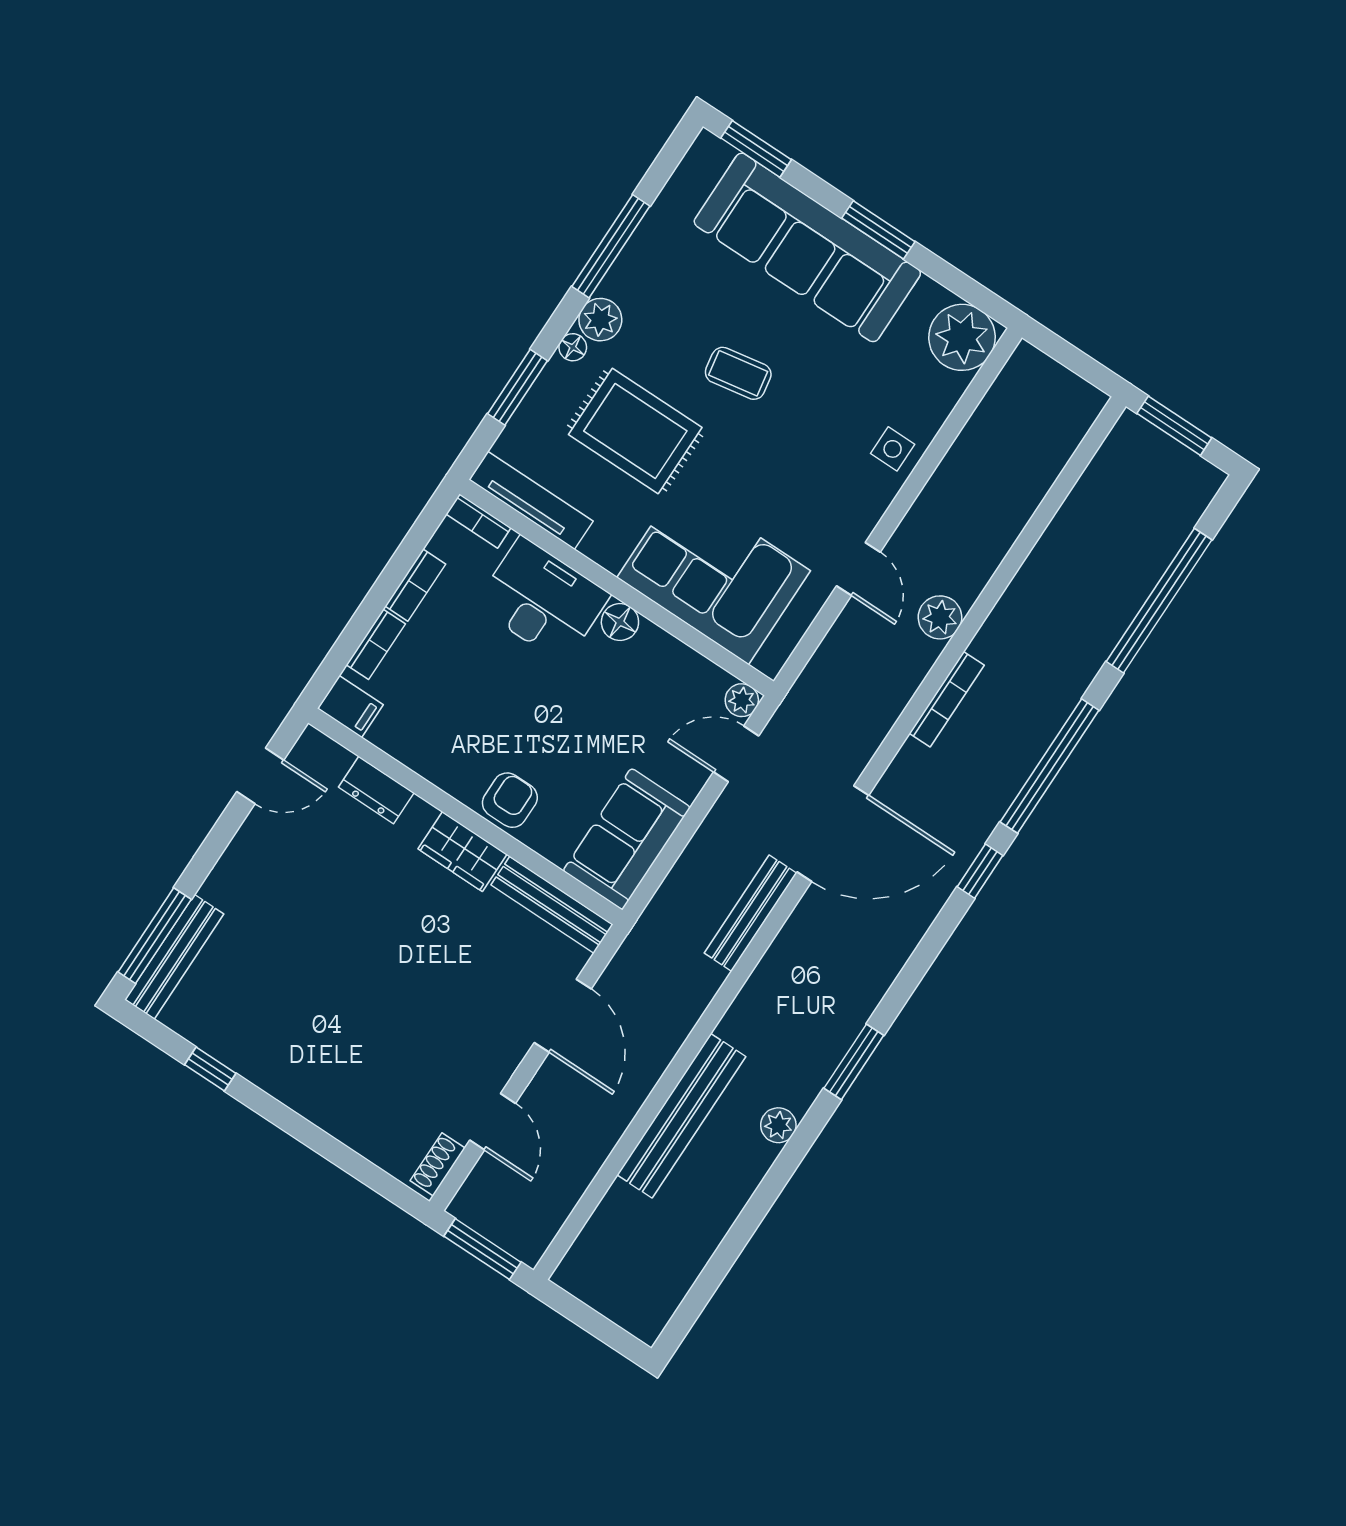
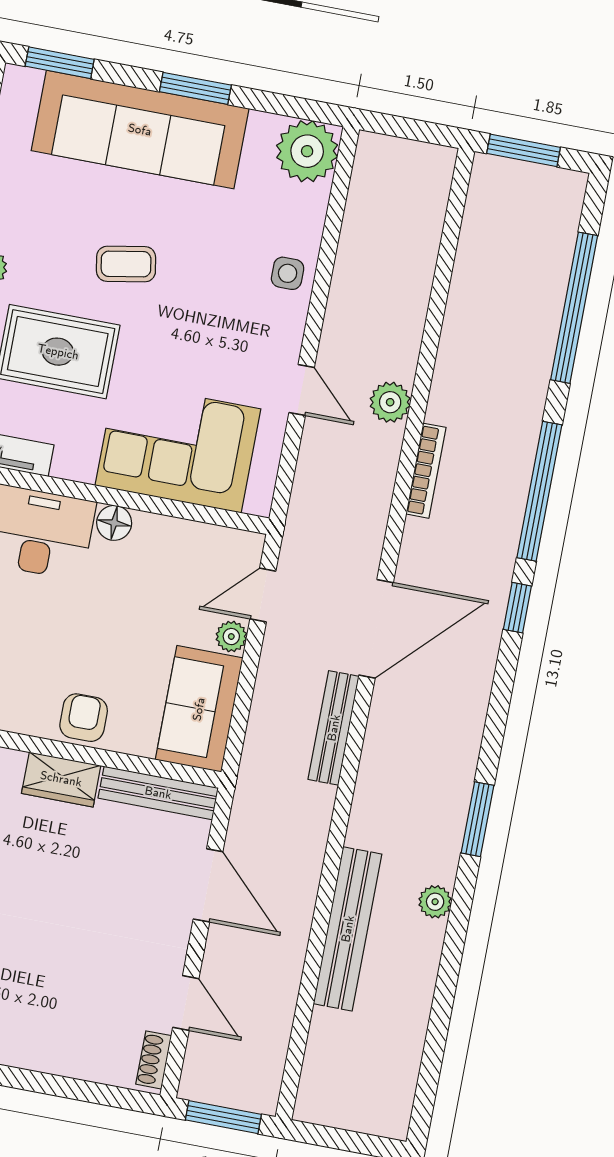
plant: (742, 700) -> (231, 637), moved

